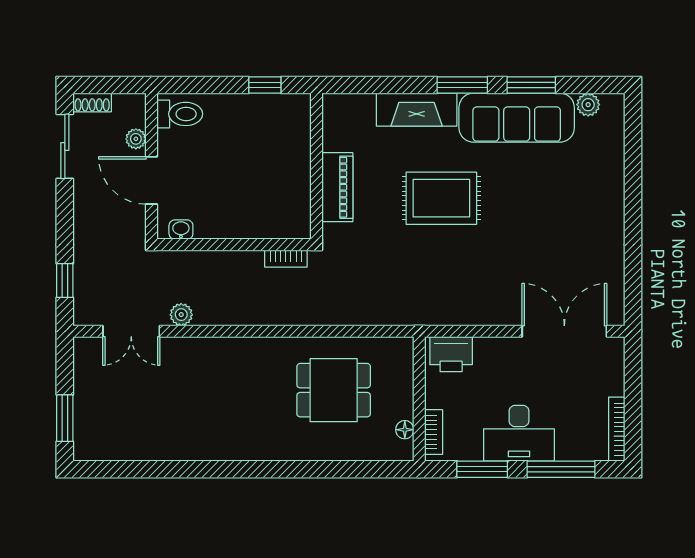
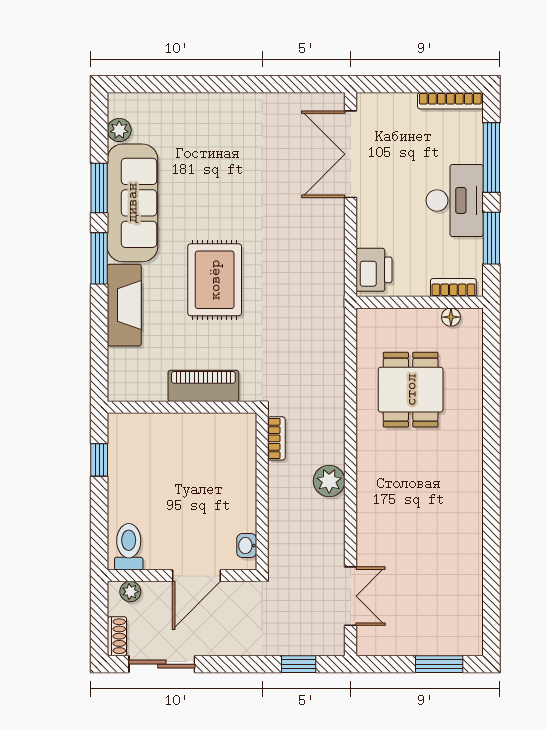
plant: (136, 139) -> (130, 592), moved
plant: (181, 315) -> (329, 481), moved, width x1.38, depth x1.38

